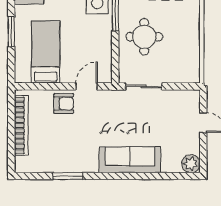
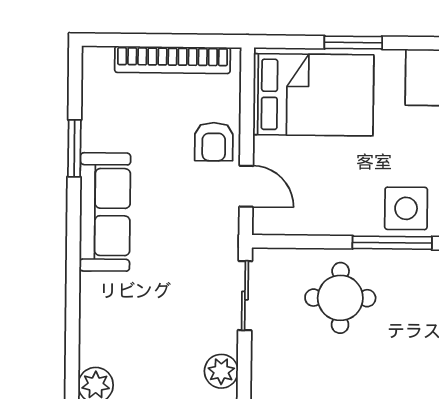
bed: (46, 52) -> (313, 95), width x1.50
plant: (183, 98) -> (221, 371), added
sofa: (130, 160) -> (105, 212), moved

